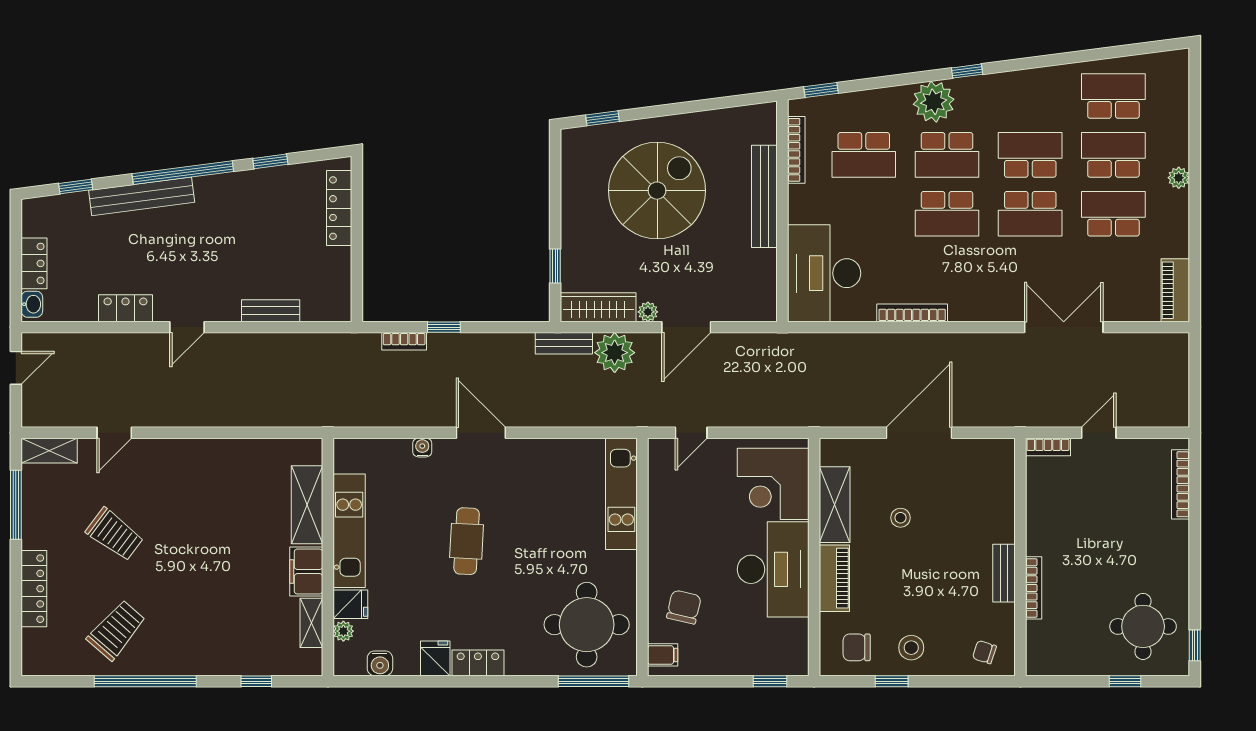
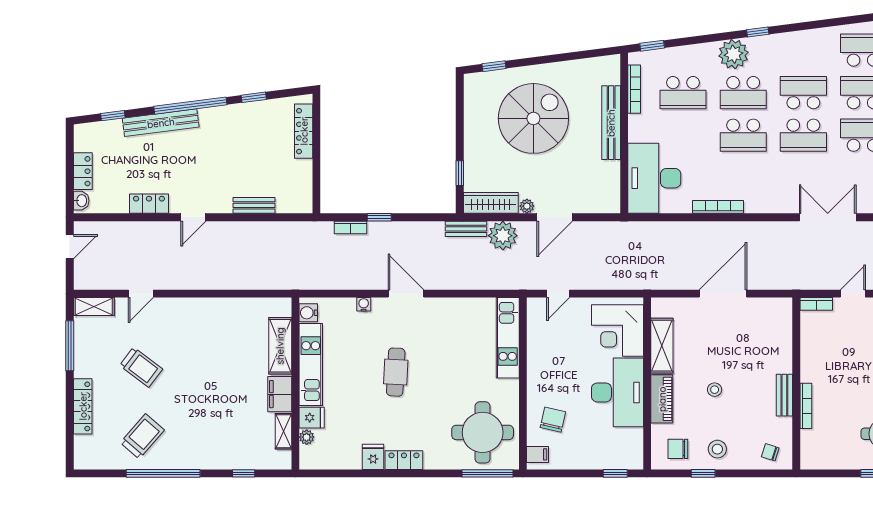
stool: (900, 518) -> (715, 390), moved
water cooler: (380, 663) -> (308, 313), moved, turned 90

